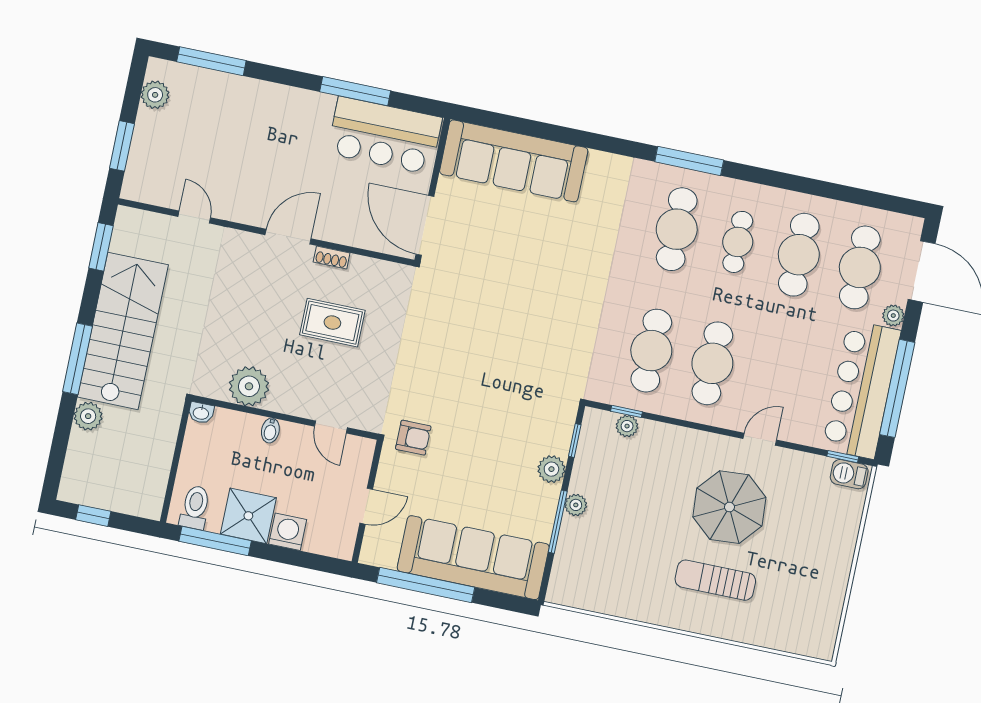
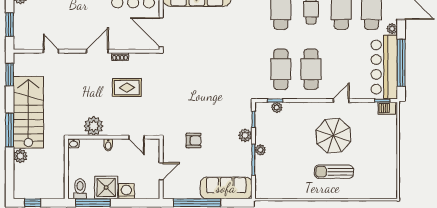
armchair: (413, 438) -> (194, 141), moved
sofa: (473, 558) -> (226, 188), width x0.74, depth x0.79

